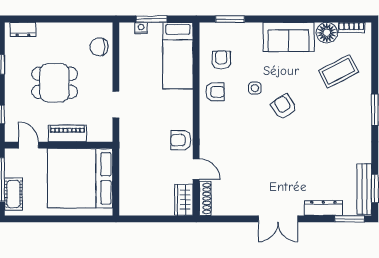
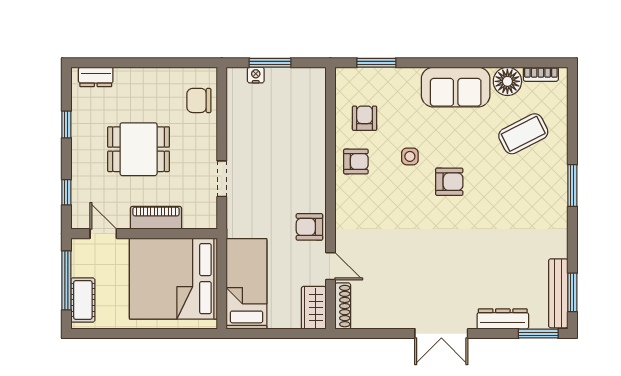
bed: (178, 56) -> (247, 284), moved, turned 180
armchair: (284, 107) -> (449, 182), turned 123

